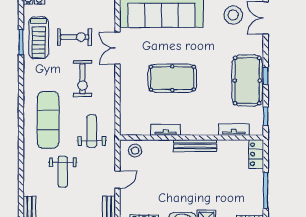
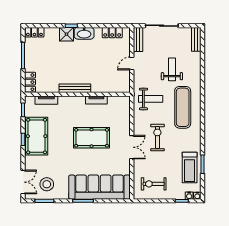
exercise bike: (75, 37) -> (154, 184), moved
treadmill: (39, 38) -> (190, 168), turned 180
double door: (117, 48) -> (132, 147), moved
weight bench: (92, 131) -> (151, 99), turned -90
stool: (135, 151) -> (119, 85), removed

